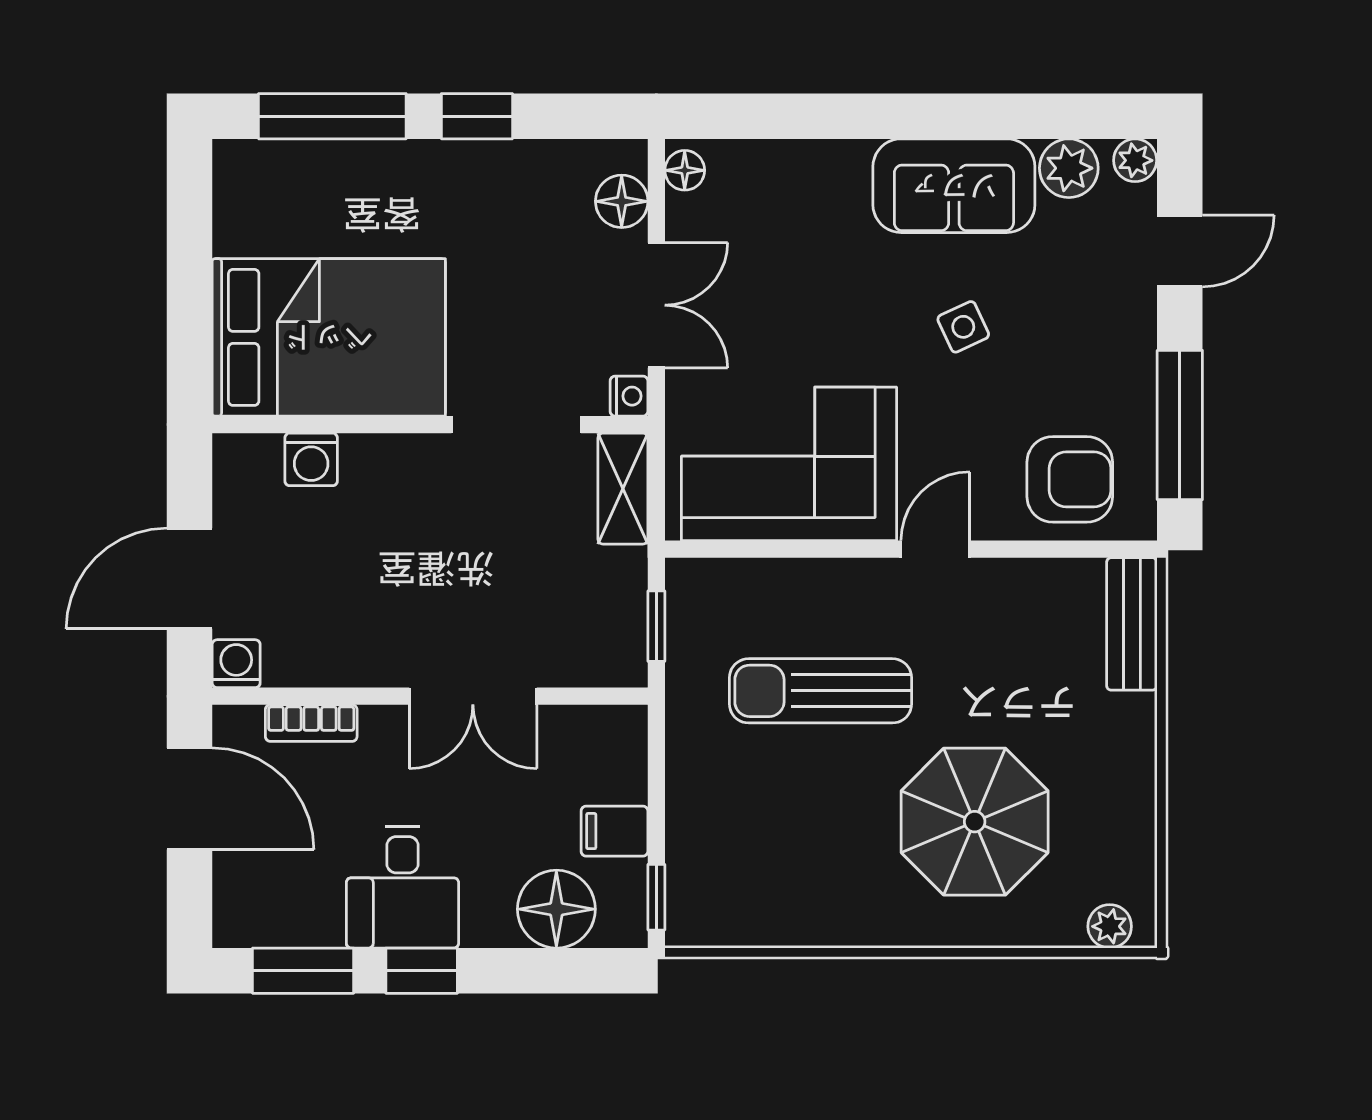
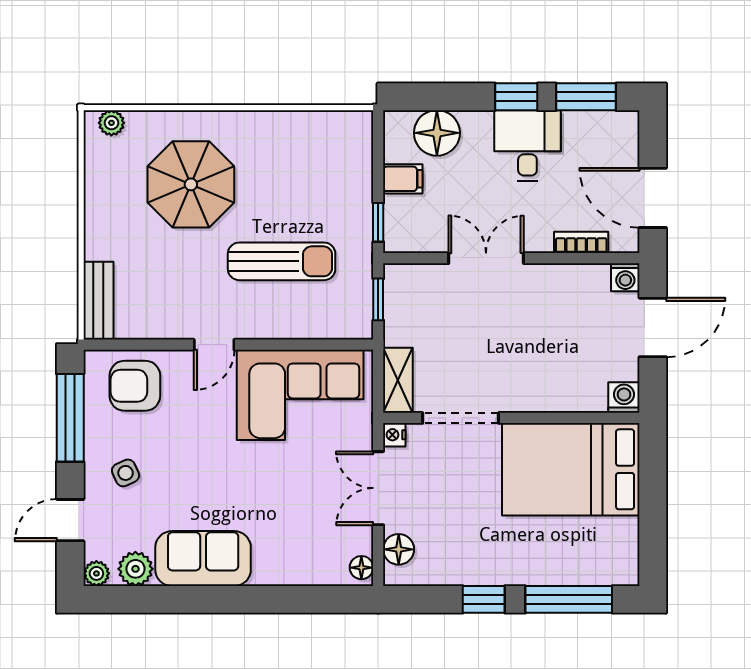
side table: (963, 327) -> (126, 473), moved
washing machine: (311, 459) -> (624, 397), moved
window: (656, 897) -> (378, 222), moved

